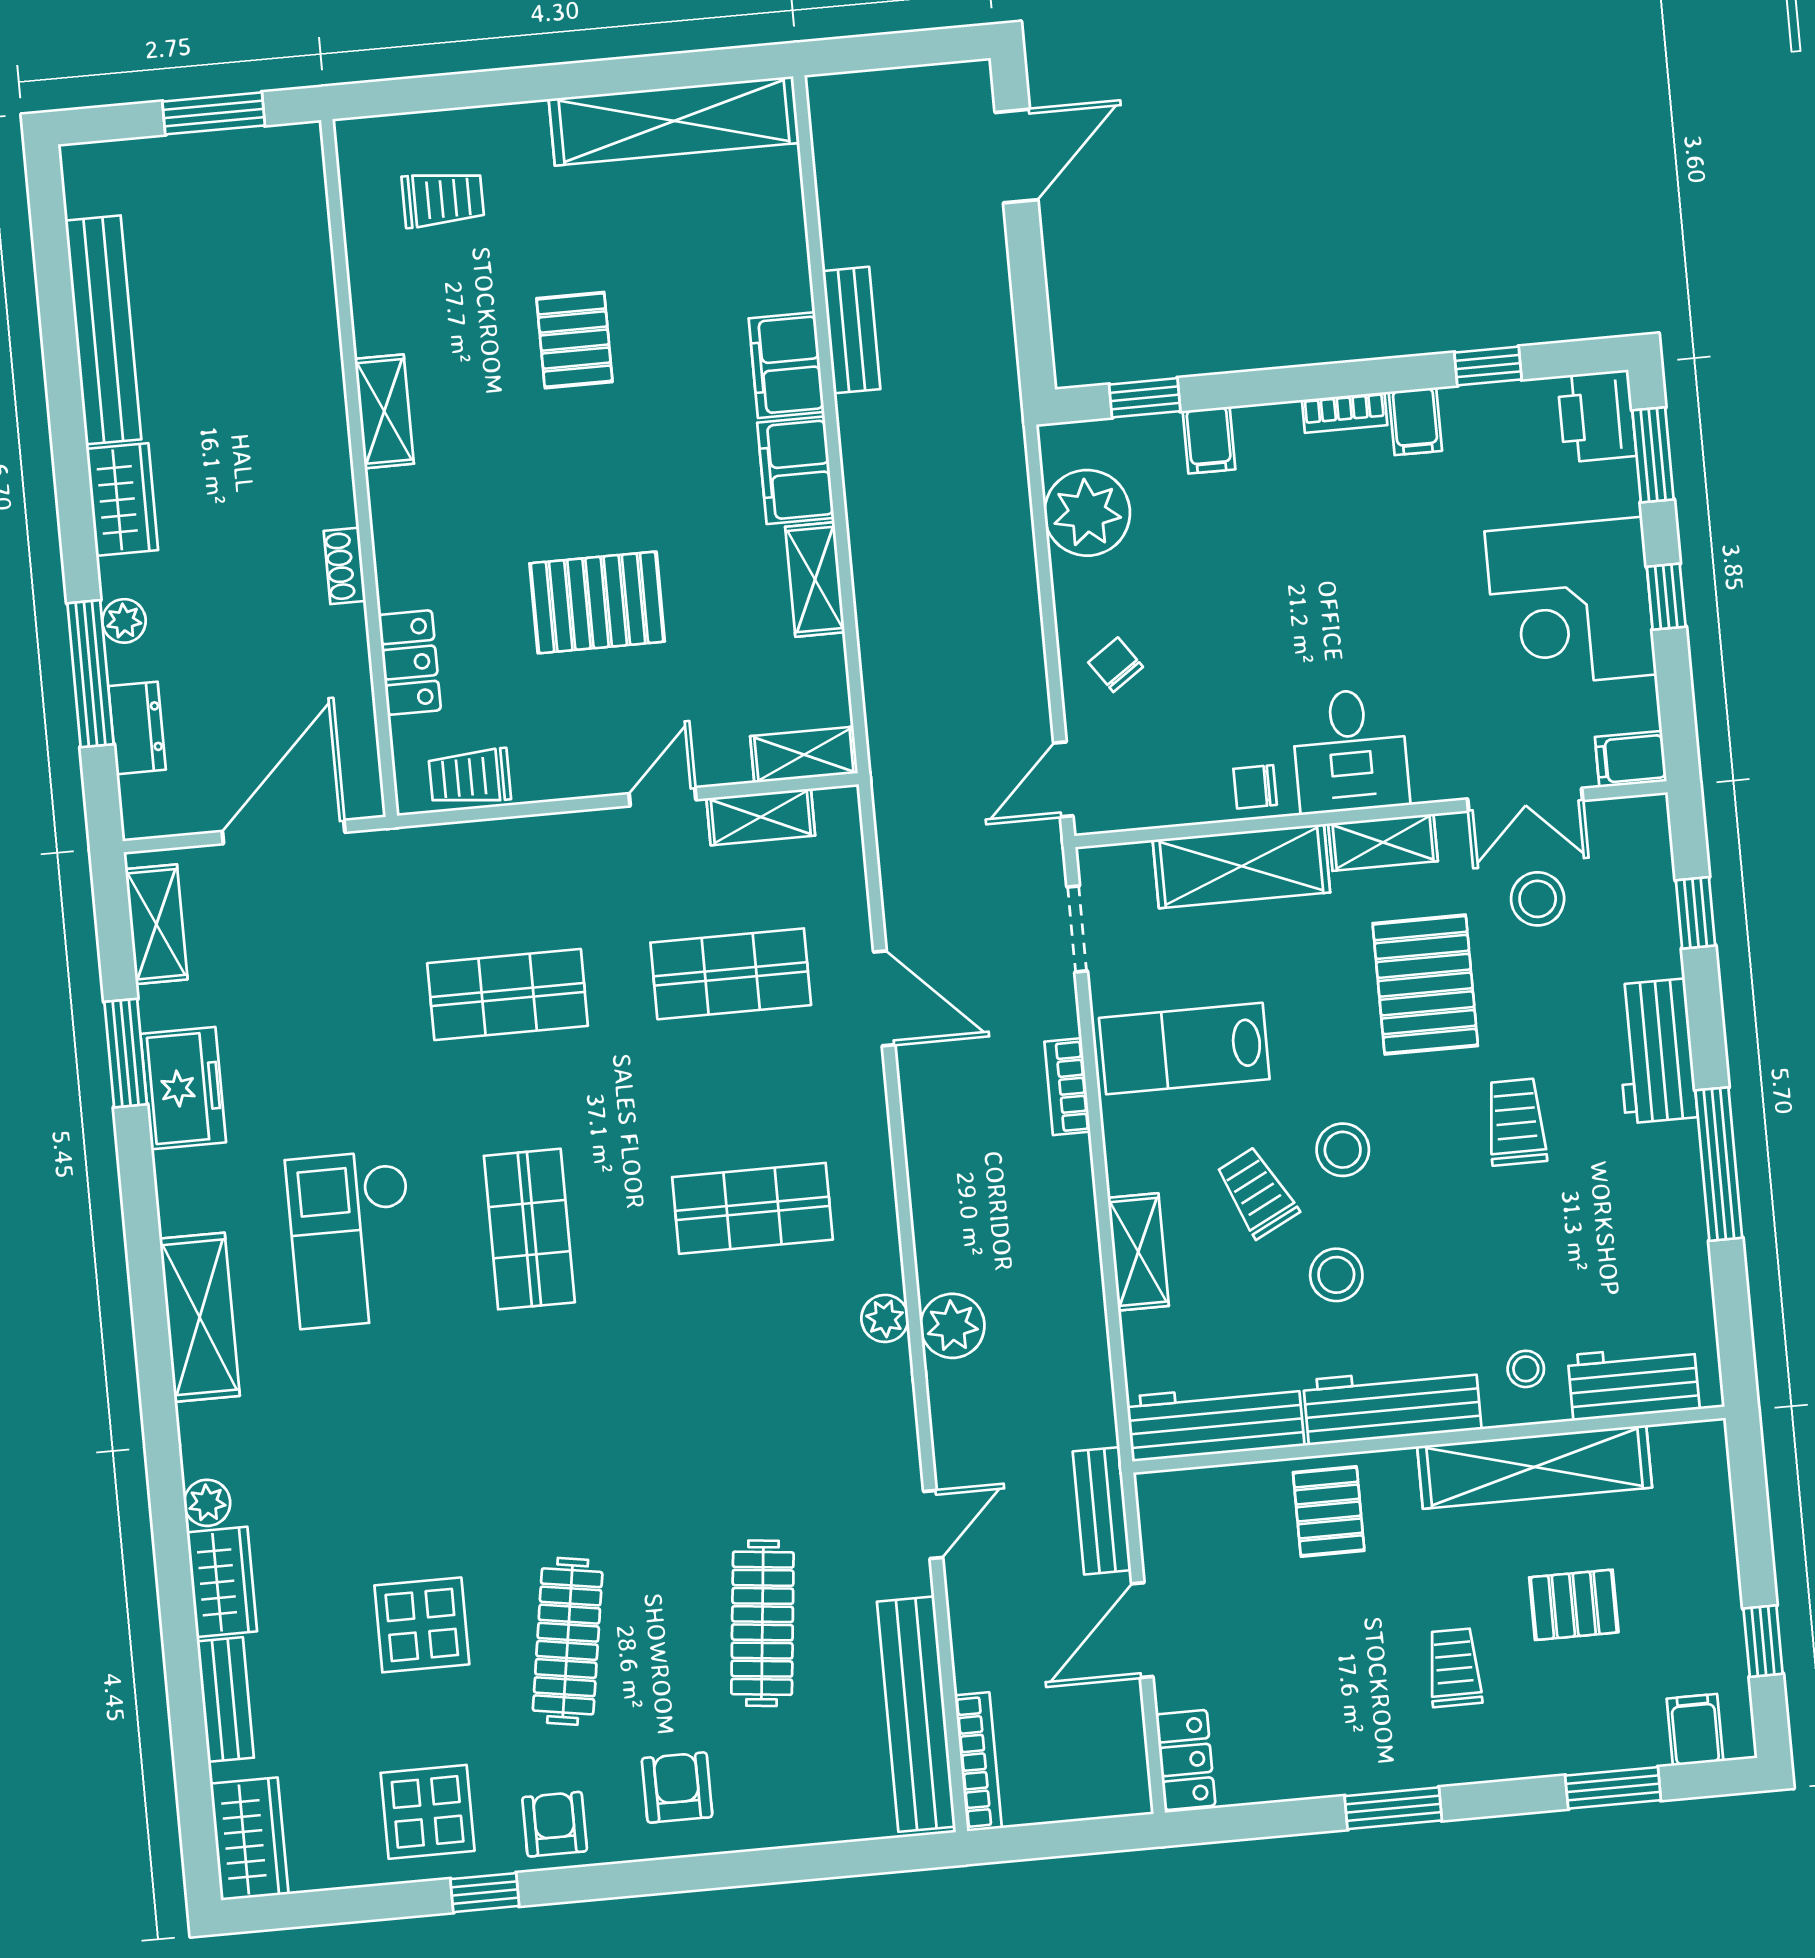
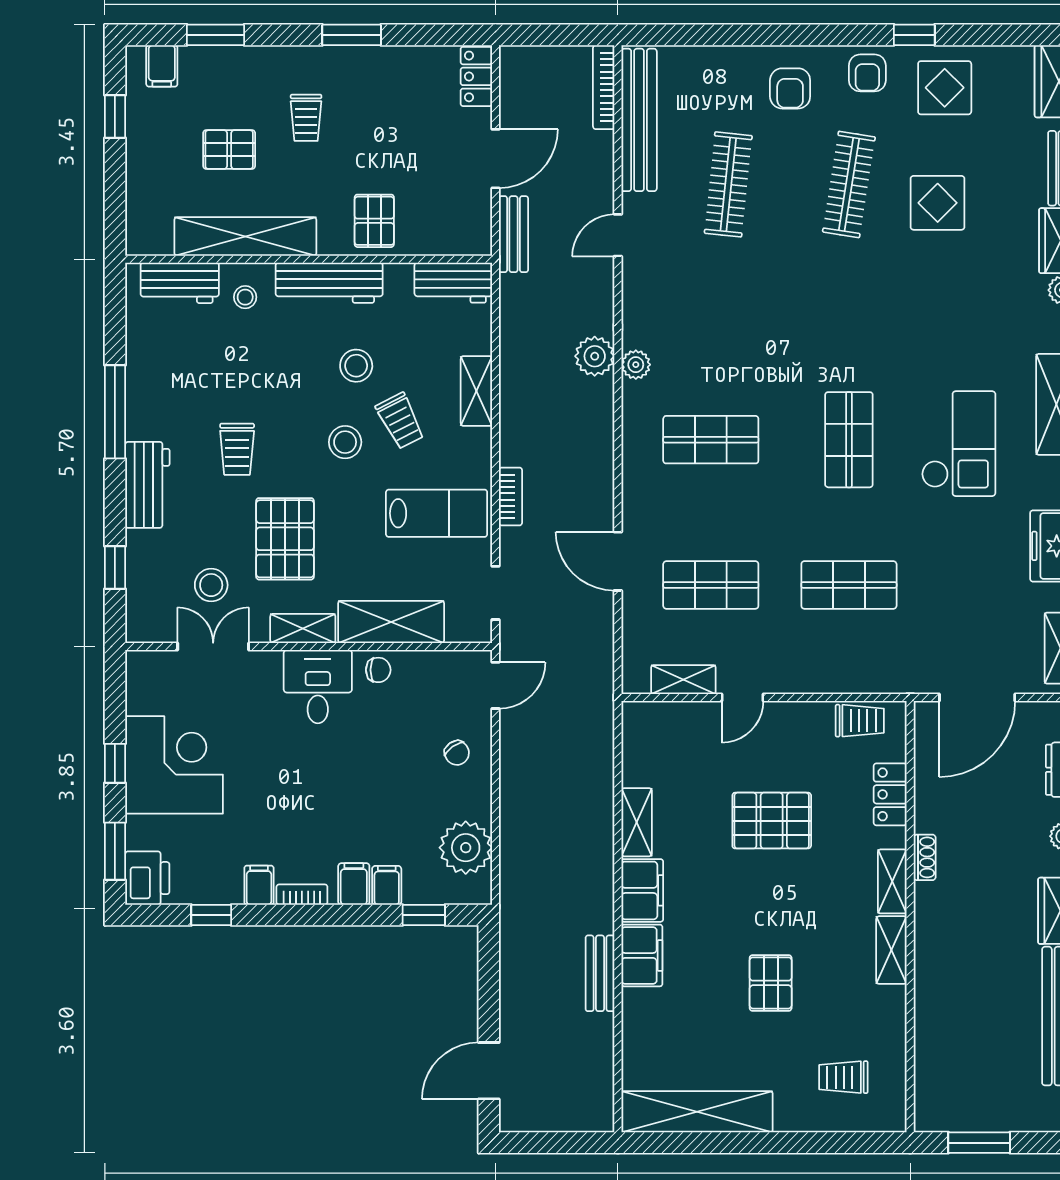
shelving: (804, 755) -> (892, 881), moved, turned 90
filing cabinet: (1631, 759) -> (354, 884), moved, turned -90
workbench: (1215, 1421) -> (453, 283), width x0.73

